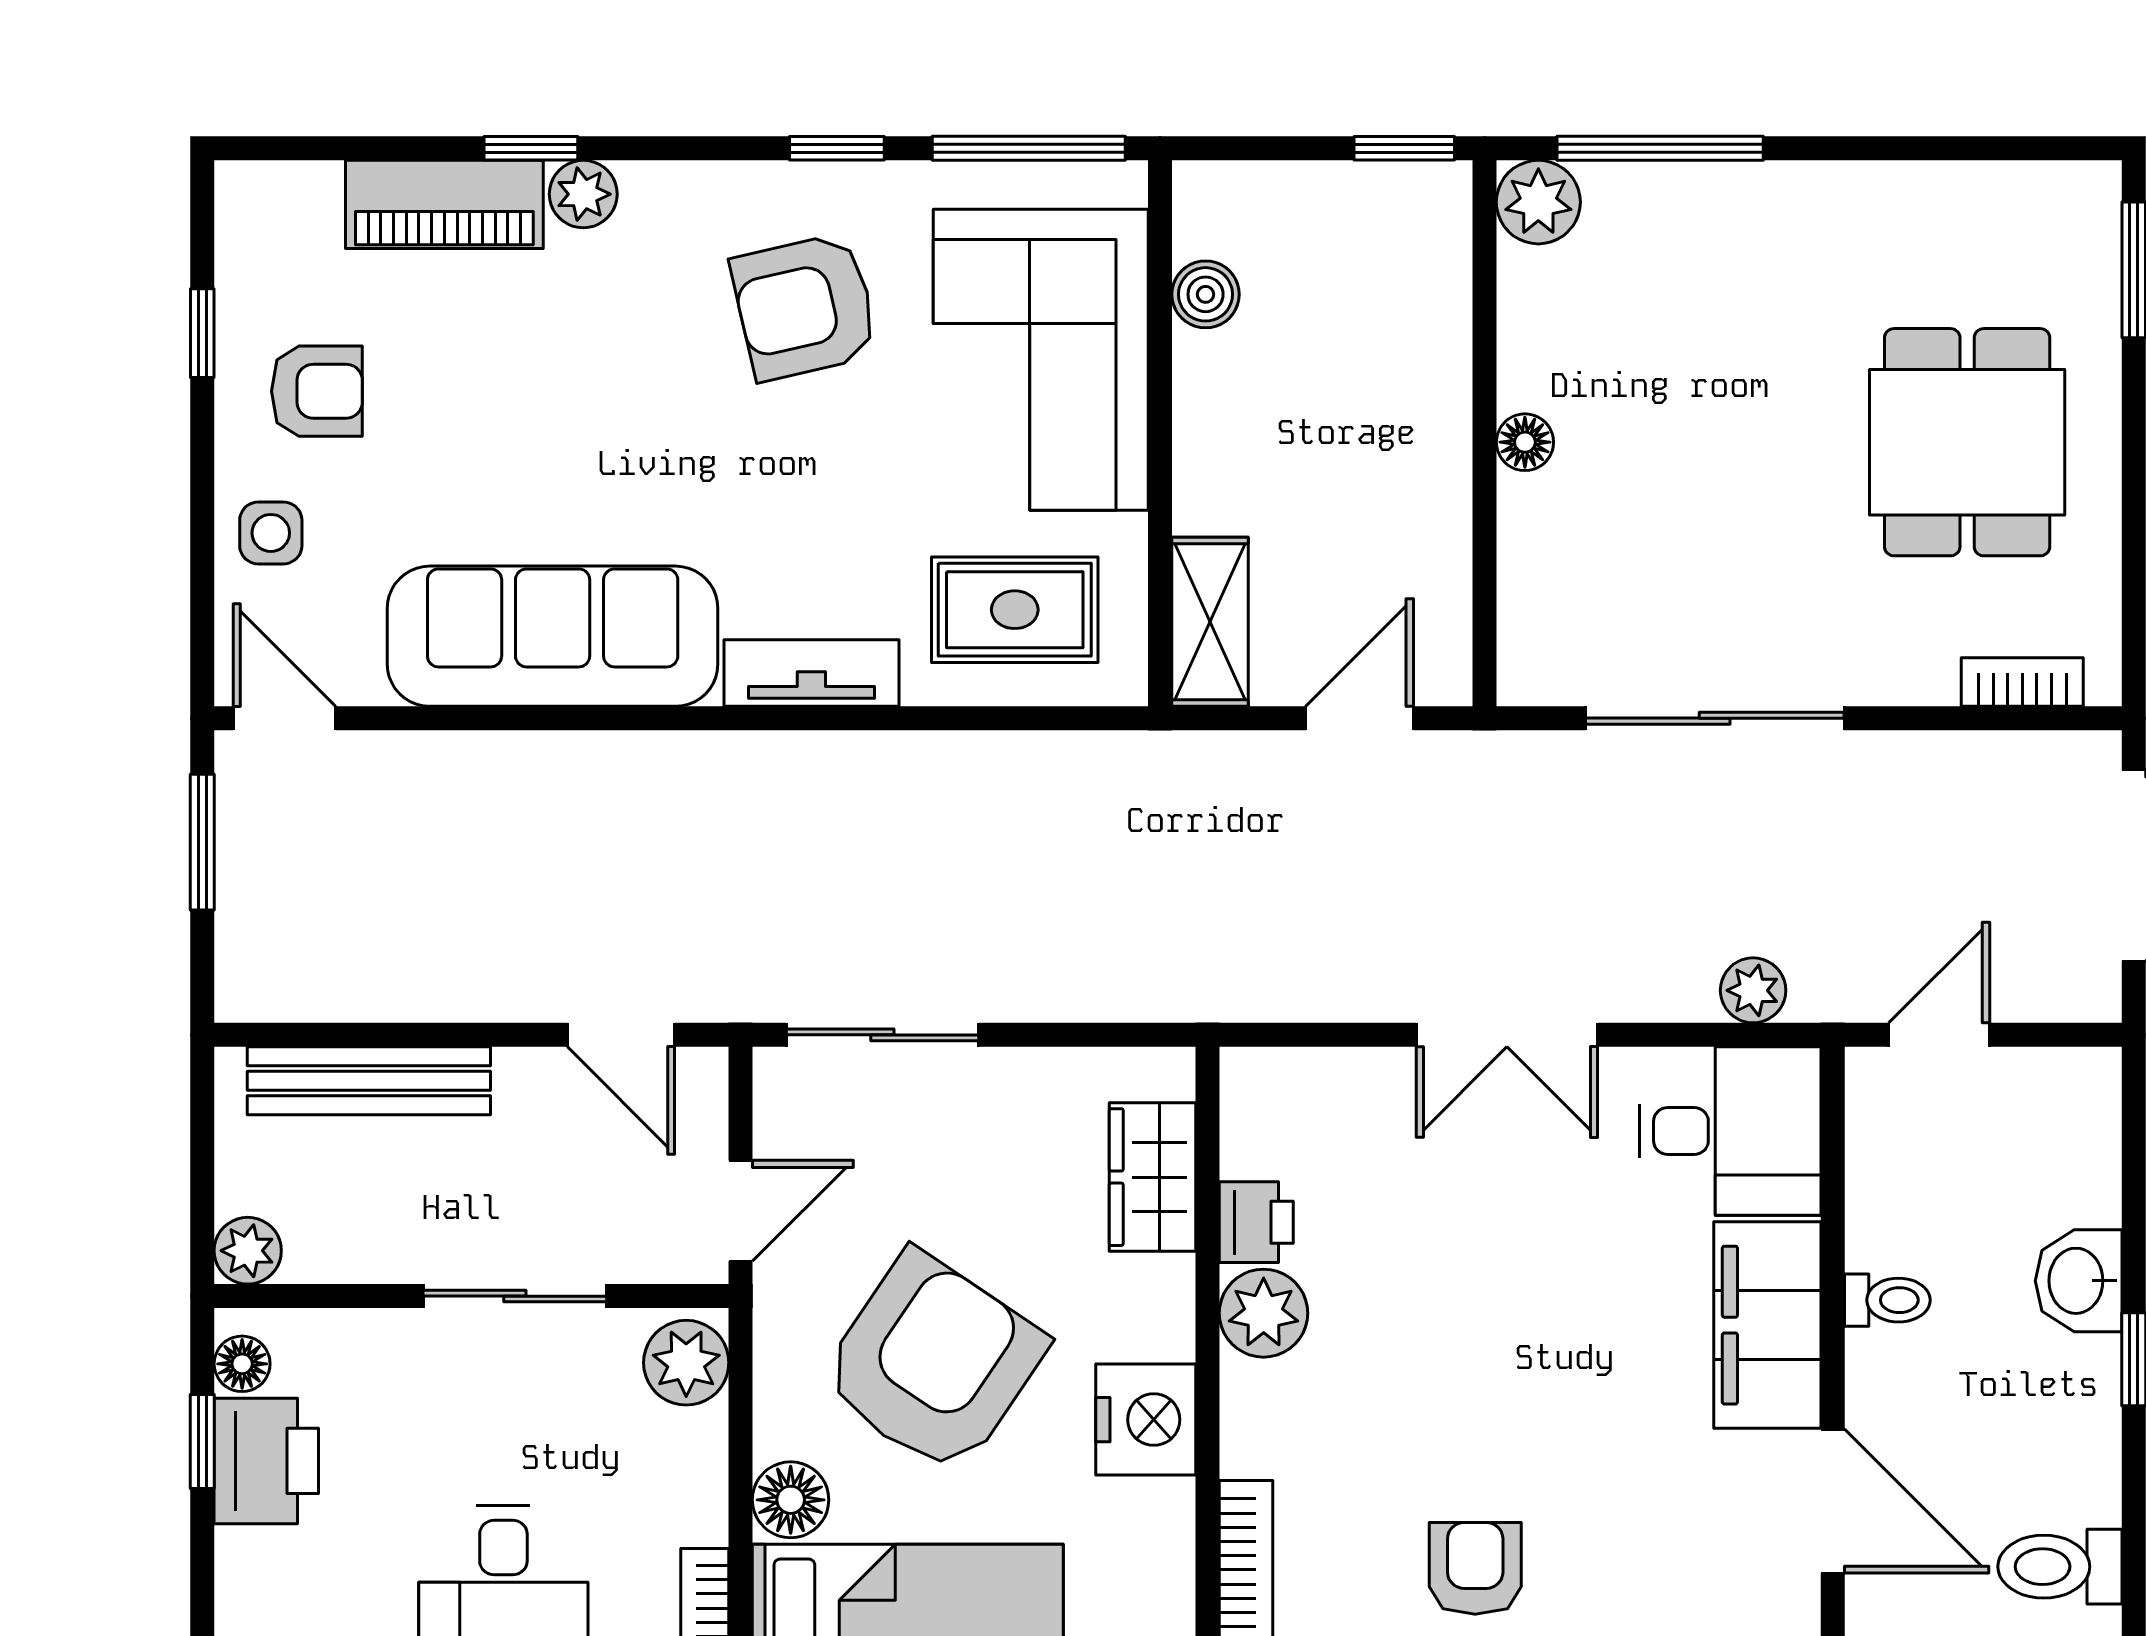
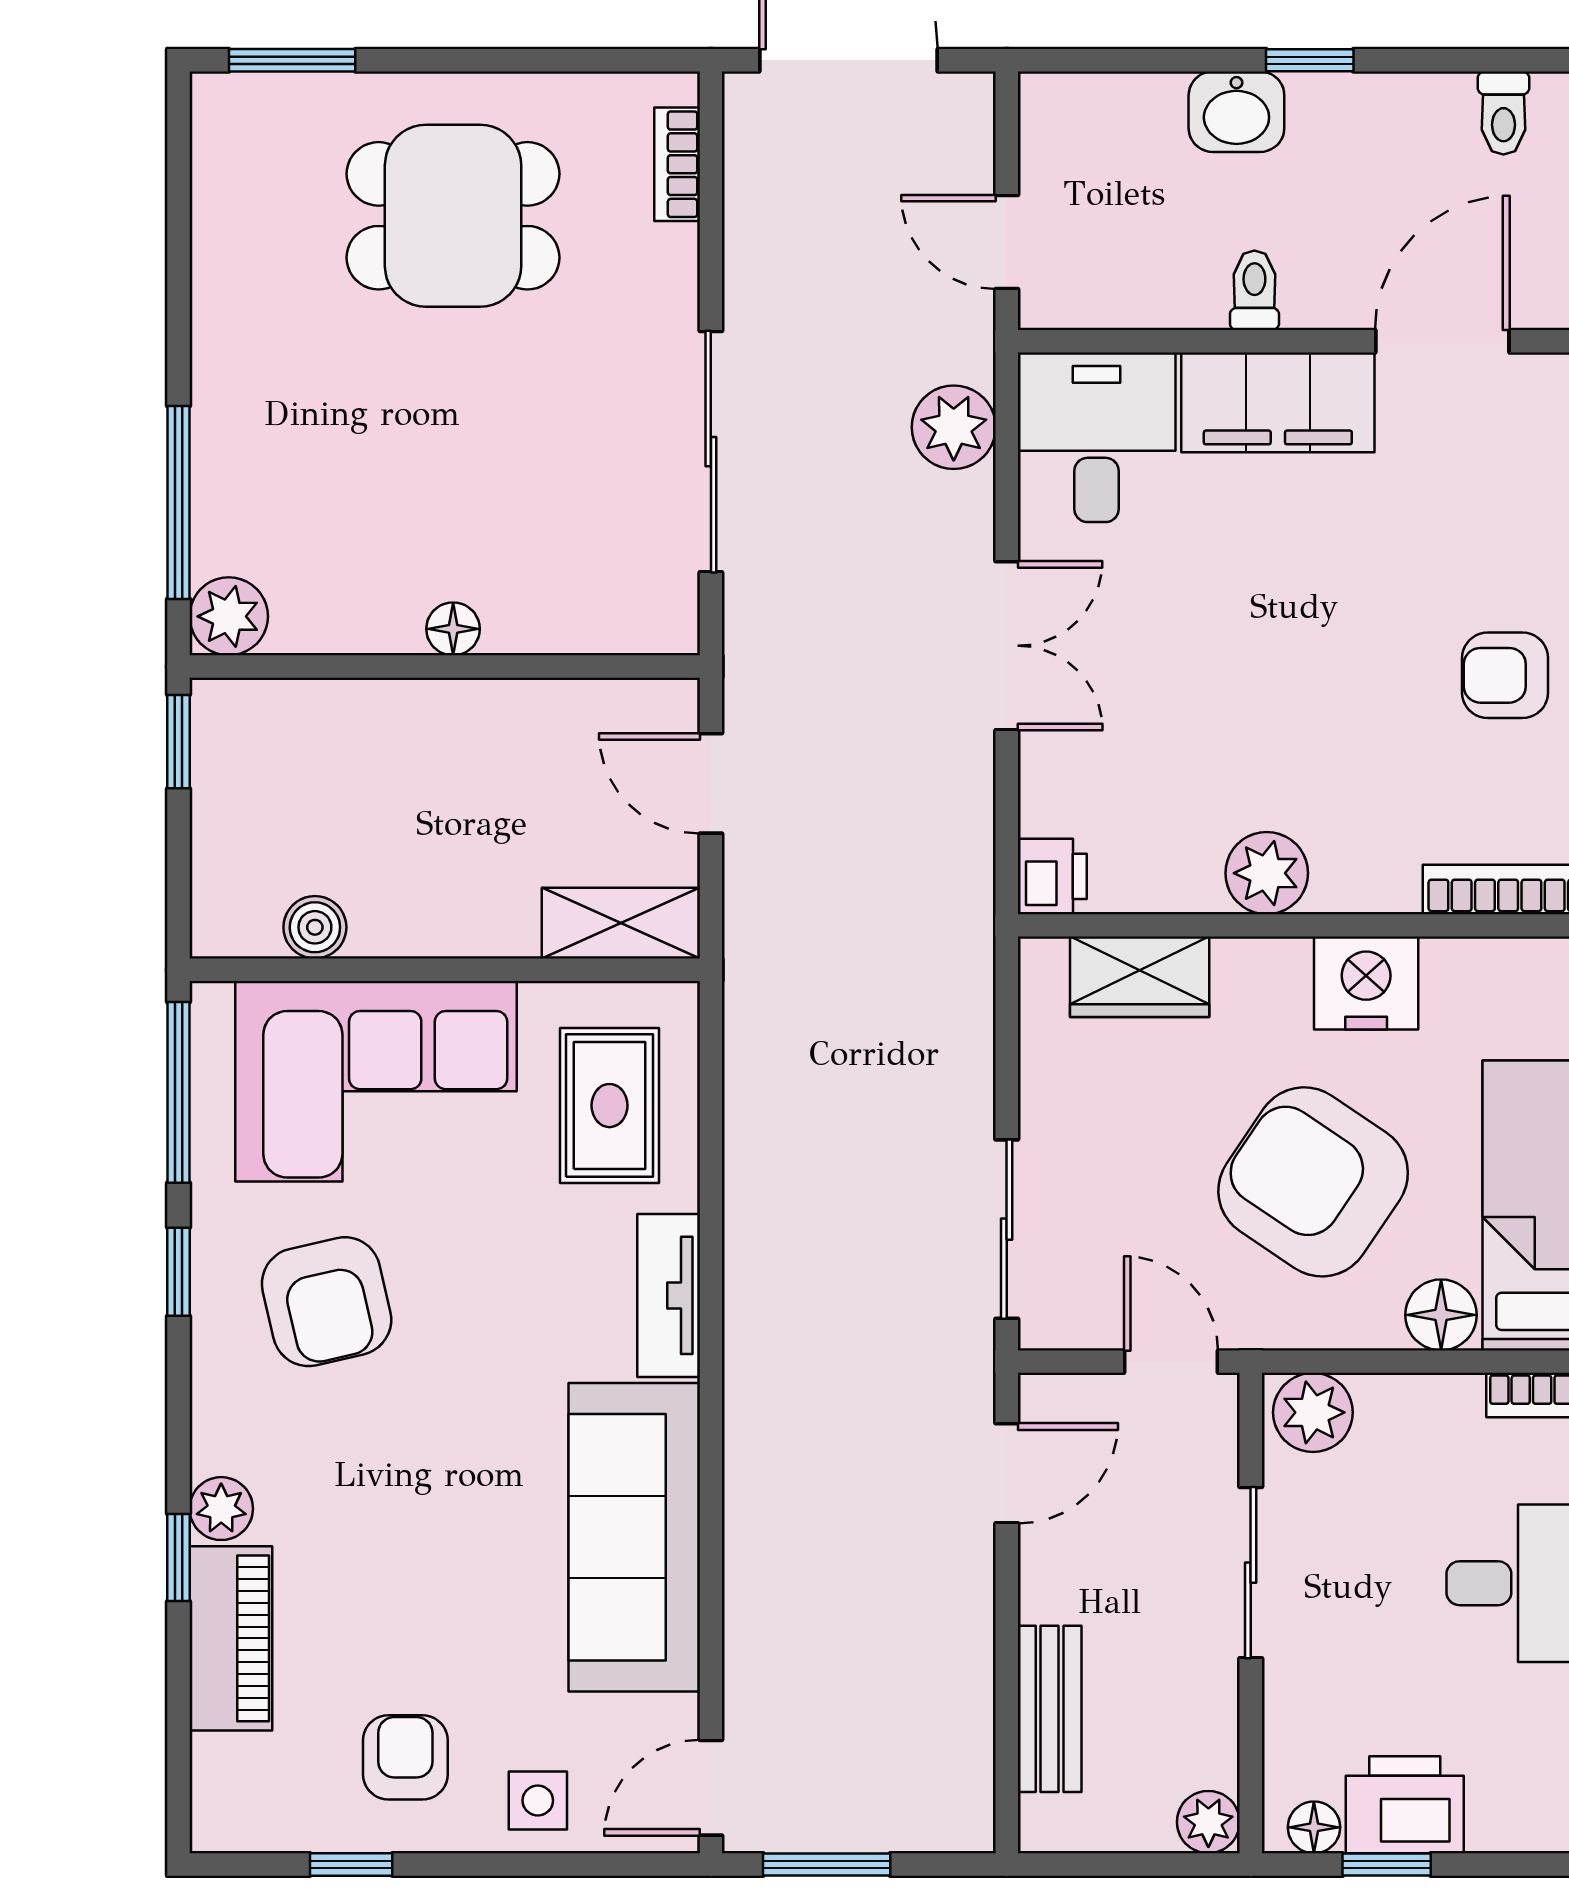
plant: (1753, 990) -> (954, 427), width x1.38, depth x1.38
bench: (369, 1081) -> (1050, 1709), width x0.73
printer: (1256, 1222) -> (1052, 876), moved, turned 90
toilet: (2060, 1567) -> (1503, 113), width x0.73, depth x0.72

